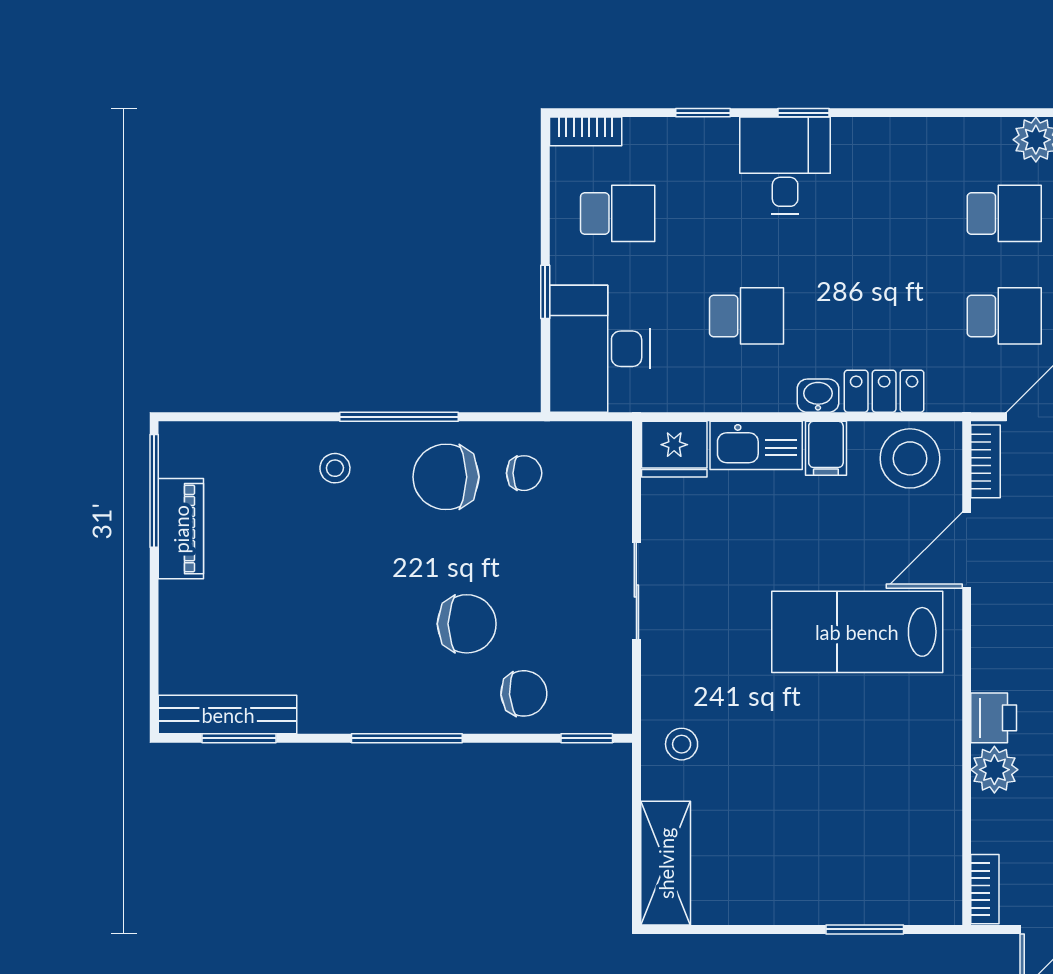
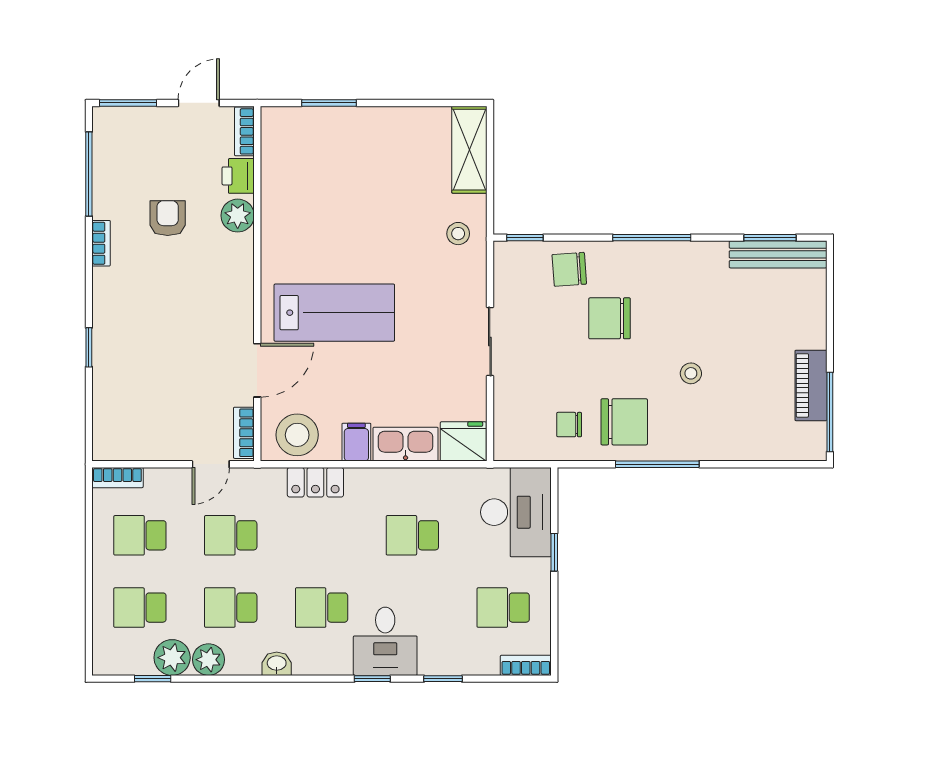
school desk: (875, 213) -> (322, 608), added
washbasin: (818, 396) -> (277, 664), moved, turned 180
stool: (335, 468) -> (691, 373), moved
printer: (994, 718) -> (238, 176), moved

